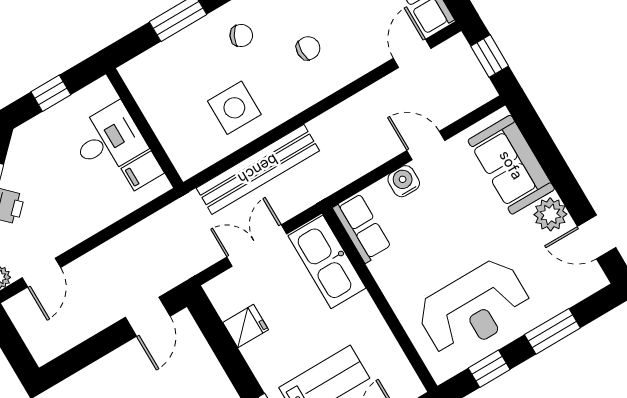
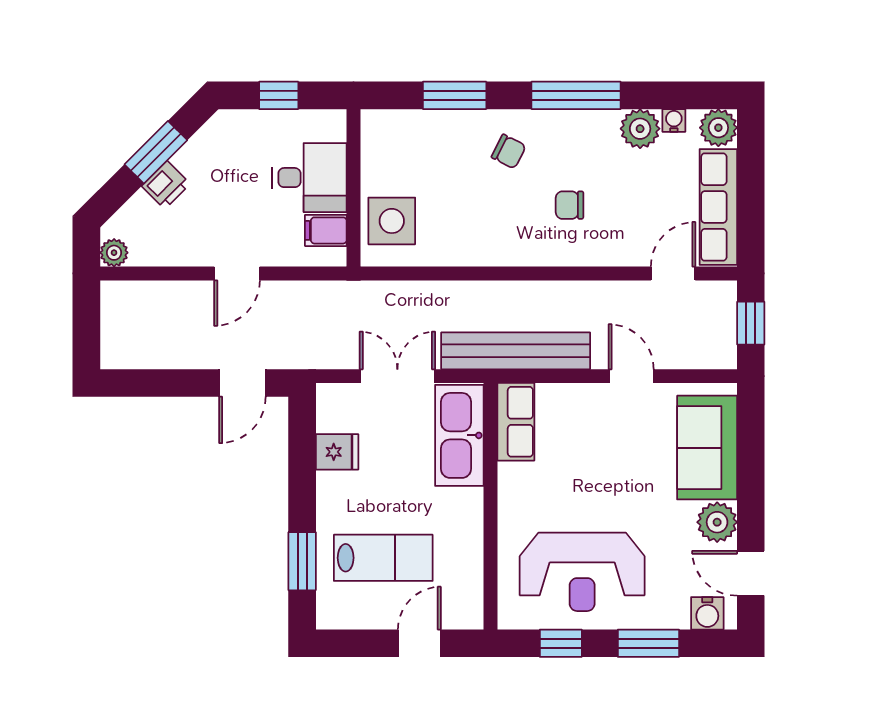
chair: (308, 48) -> (570, 205), turned 180
side table: (234, 108) -> (392, 221), moved
bench: (258, 169) -> (516, 351), moved
water cooler: (404, 181) -> (707, 613), moved, turned 180
door: (41, 273) -> (237, 273), moved

